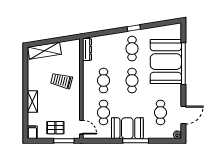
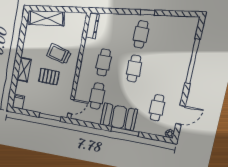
booth: (166, 62) -> (174, 55), removed
door: (81, 127) -> (71, 106), hinge flipped
pallet: (55, 128) -> (49, 77), moved

